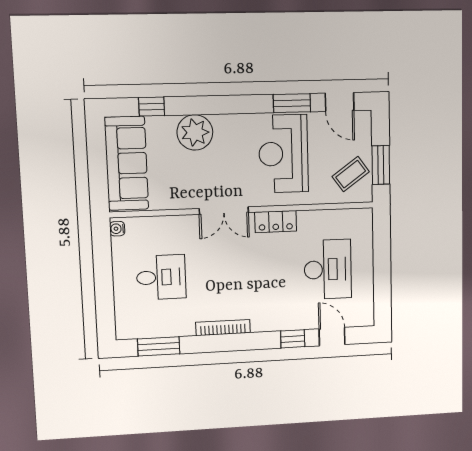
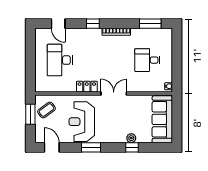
window: (292, 103) -> (91, 147), moved
window: (152, 107) -> (132, 147), moved
plant: (195, 132) -> (131, 138), width x0.53, depth x0.53
reception desk: (283, 154) -> (82, 122), turned 180
window: (293, 339) -> (93, 24), moved

